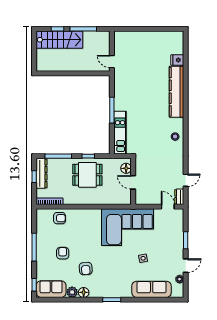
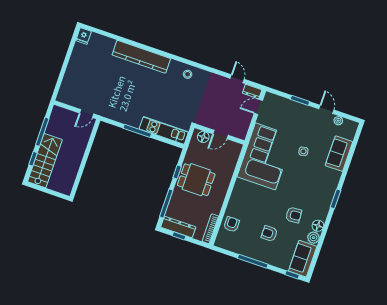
fridge: (177, 60) -> (84, 36), moved
dining table: (87, 175) -> (196, 180), turned 90
sofa: (152, 289) -> (339, 154), width x0.73

